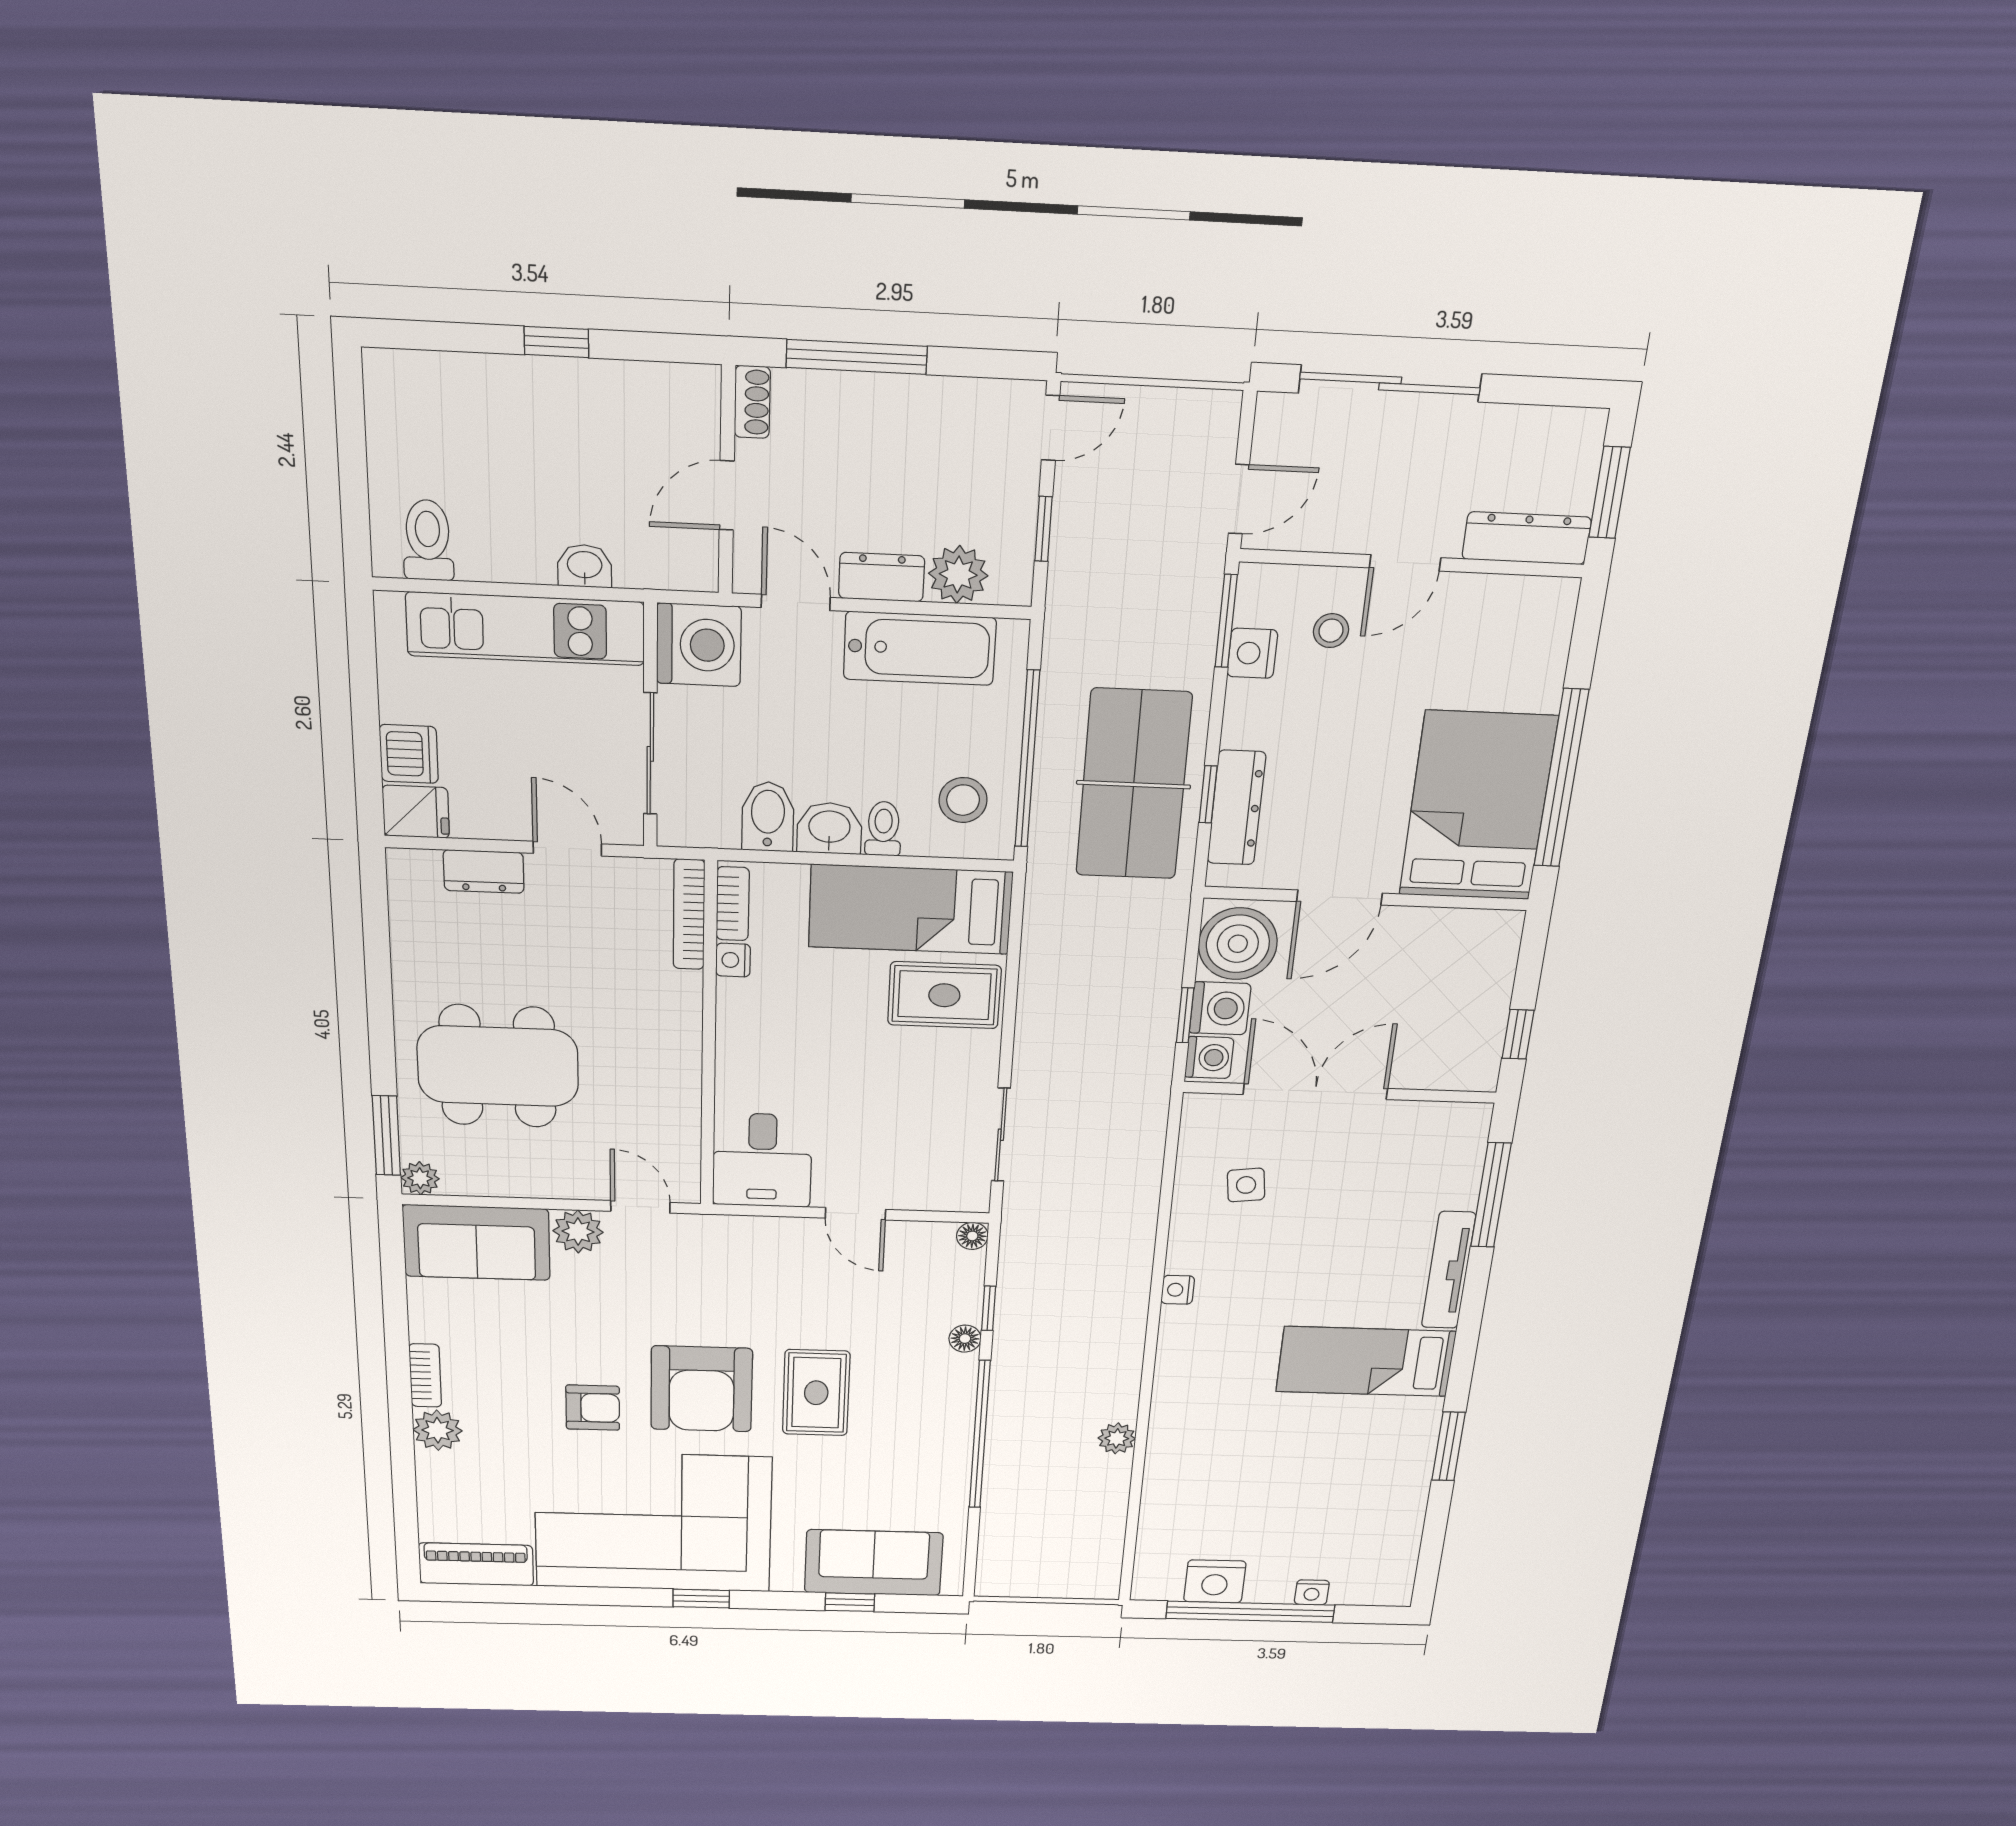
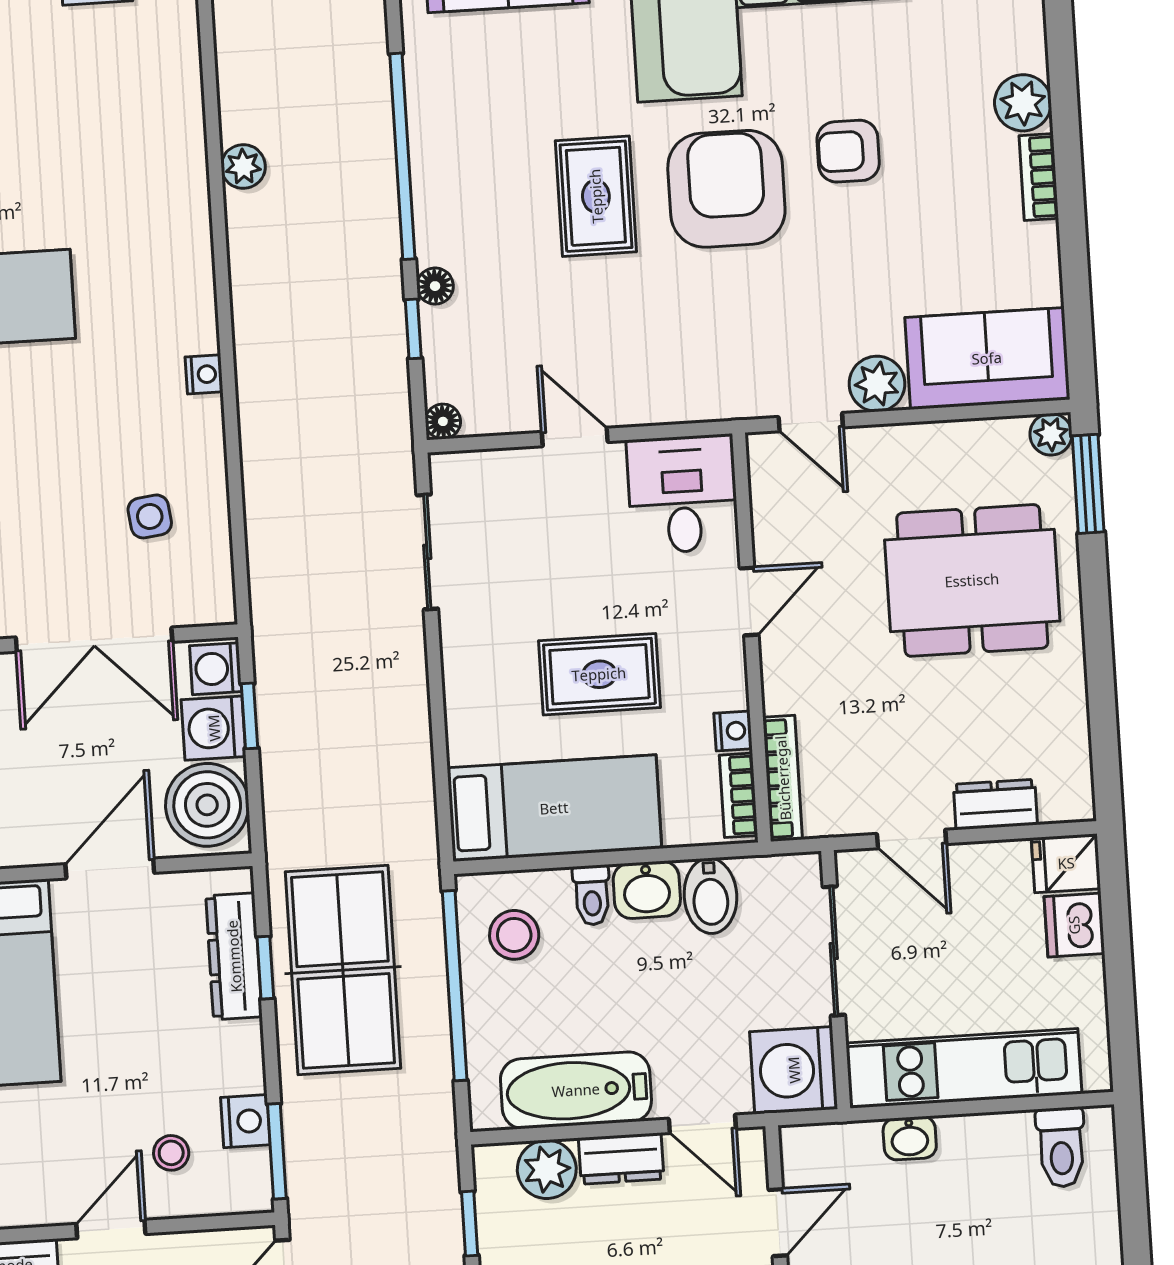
rug: (944, 995) -> (599, 674), moved
door: (709, 1068) -> (749, 601), added

